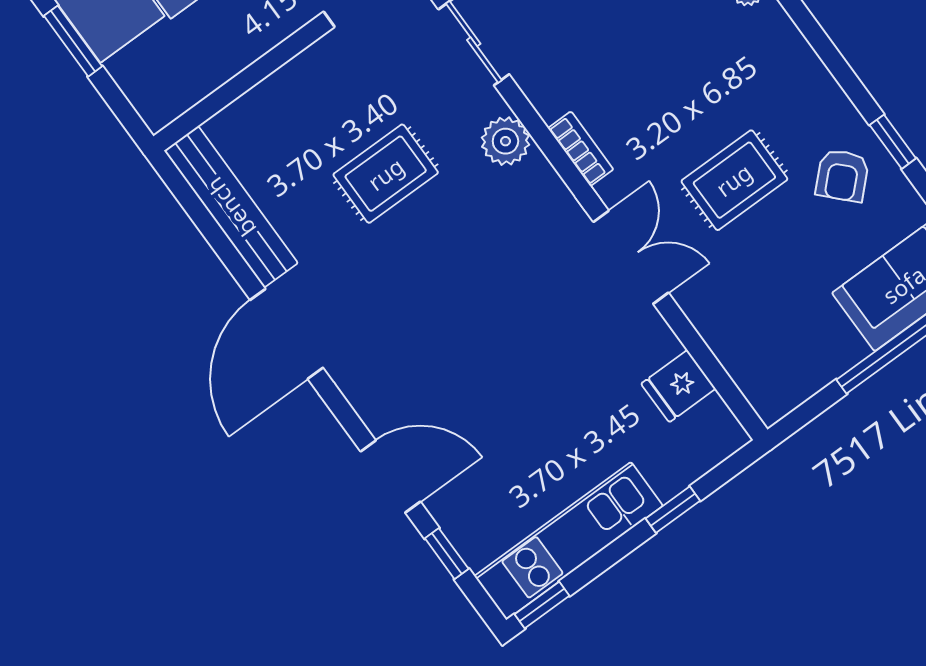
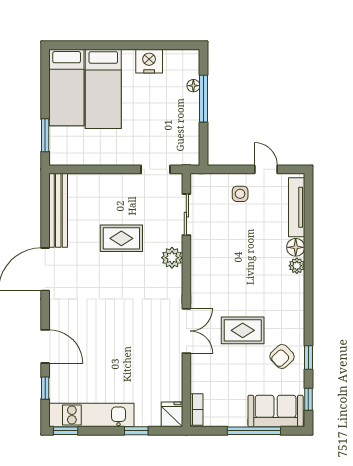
window: (73, 41) -> (45, 135), moved
bookcase: (581, 149) -> (197, 409), moved
fridge: (678, 386) -> (172, 414), moved, turned 90

